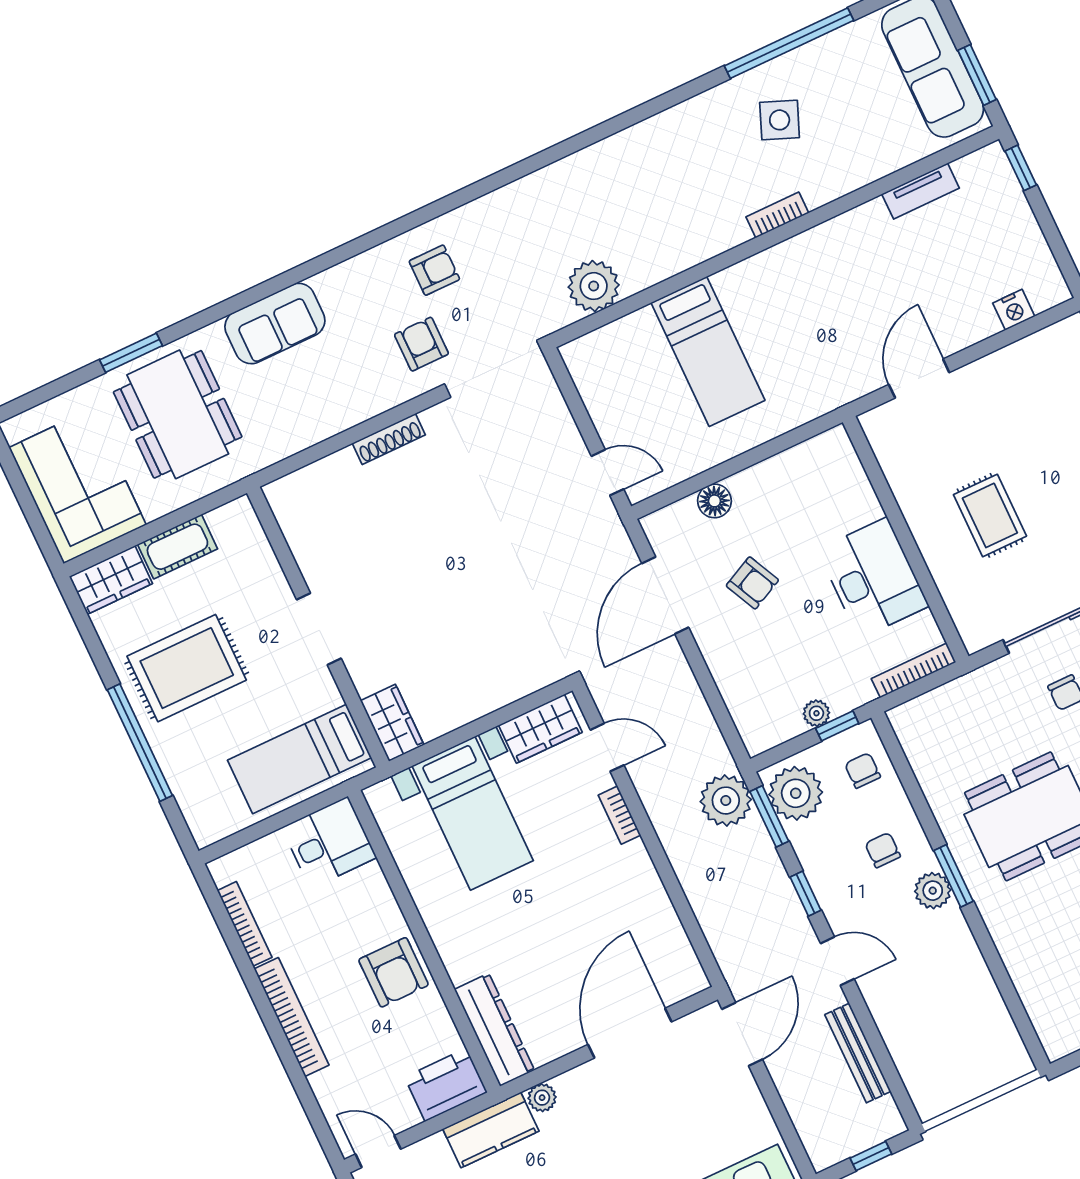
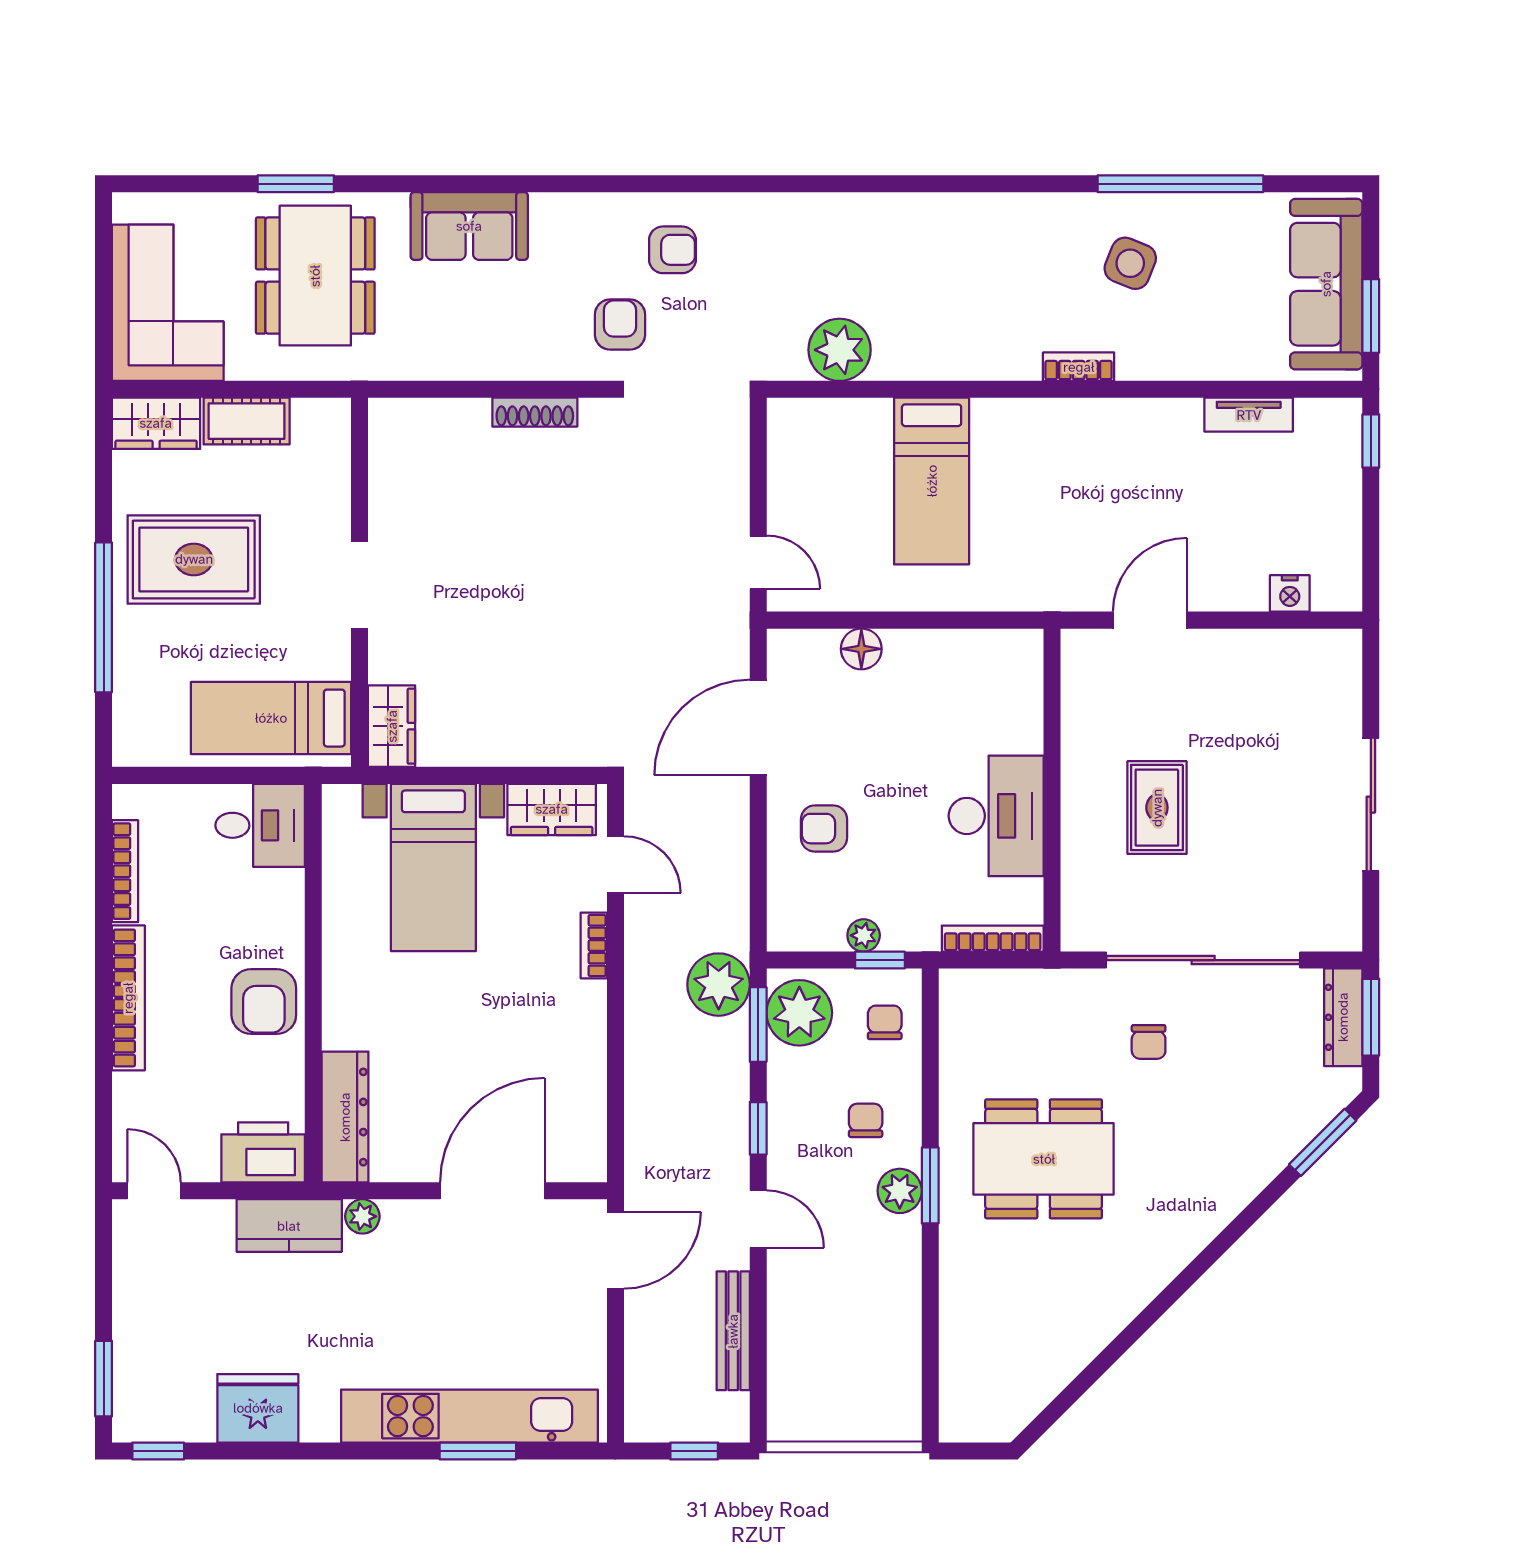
armchair: (752, 583) -> (824, 829), moved, turned 116

